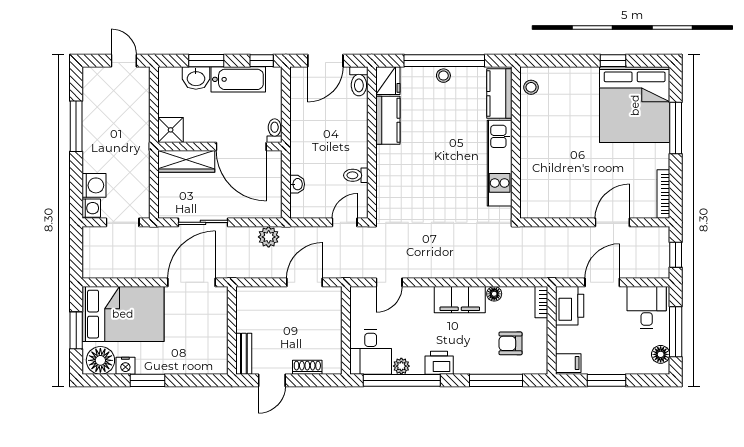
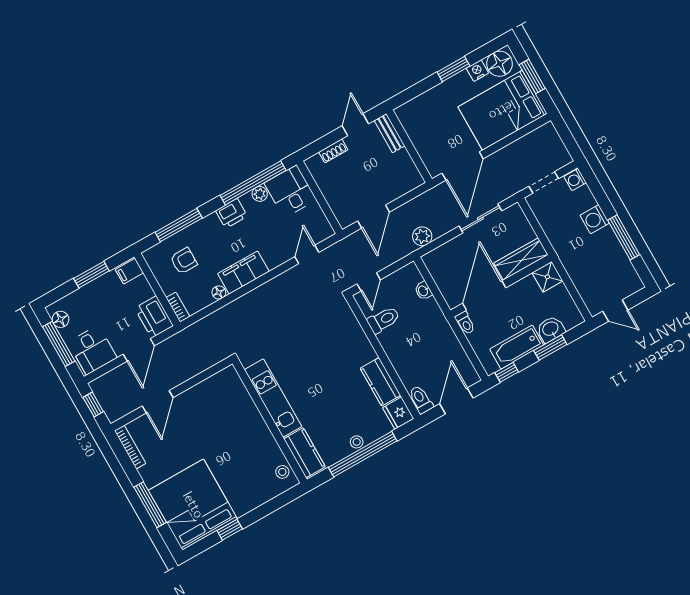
door: (241, 147) -> (484, 295), hinge flipped
toilet: (356, 175) -> (384, 320), width x1.37, depth x1.39
washing machine: (94, 185) -> (595, 219), moved

